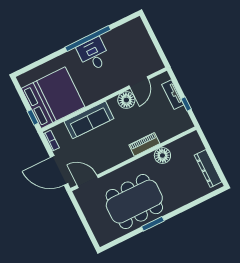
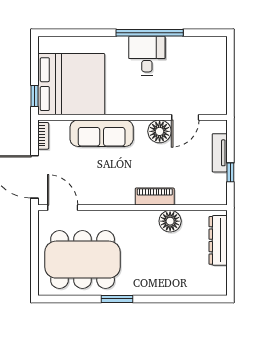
dresser: (208, 168) -> (218, 240), moved
dining table: (134, 202) -> (83, 260), moved

